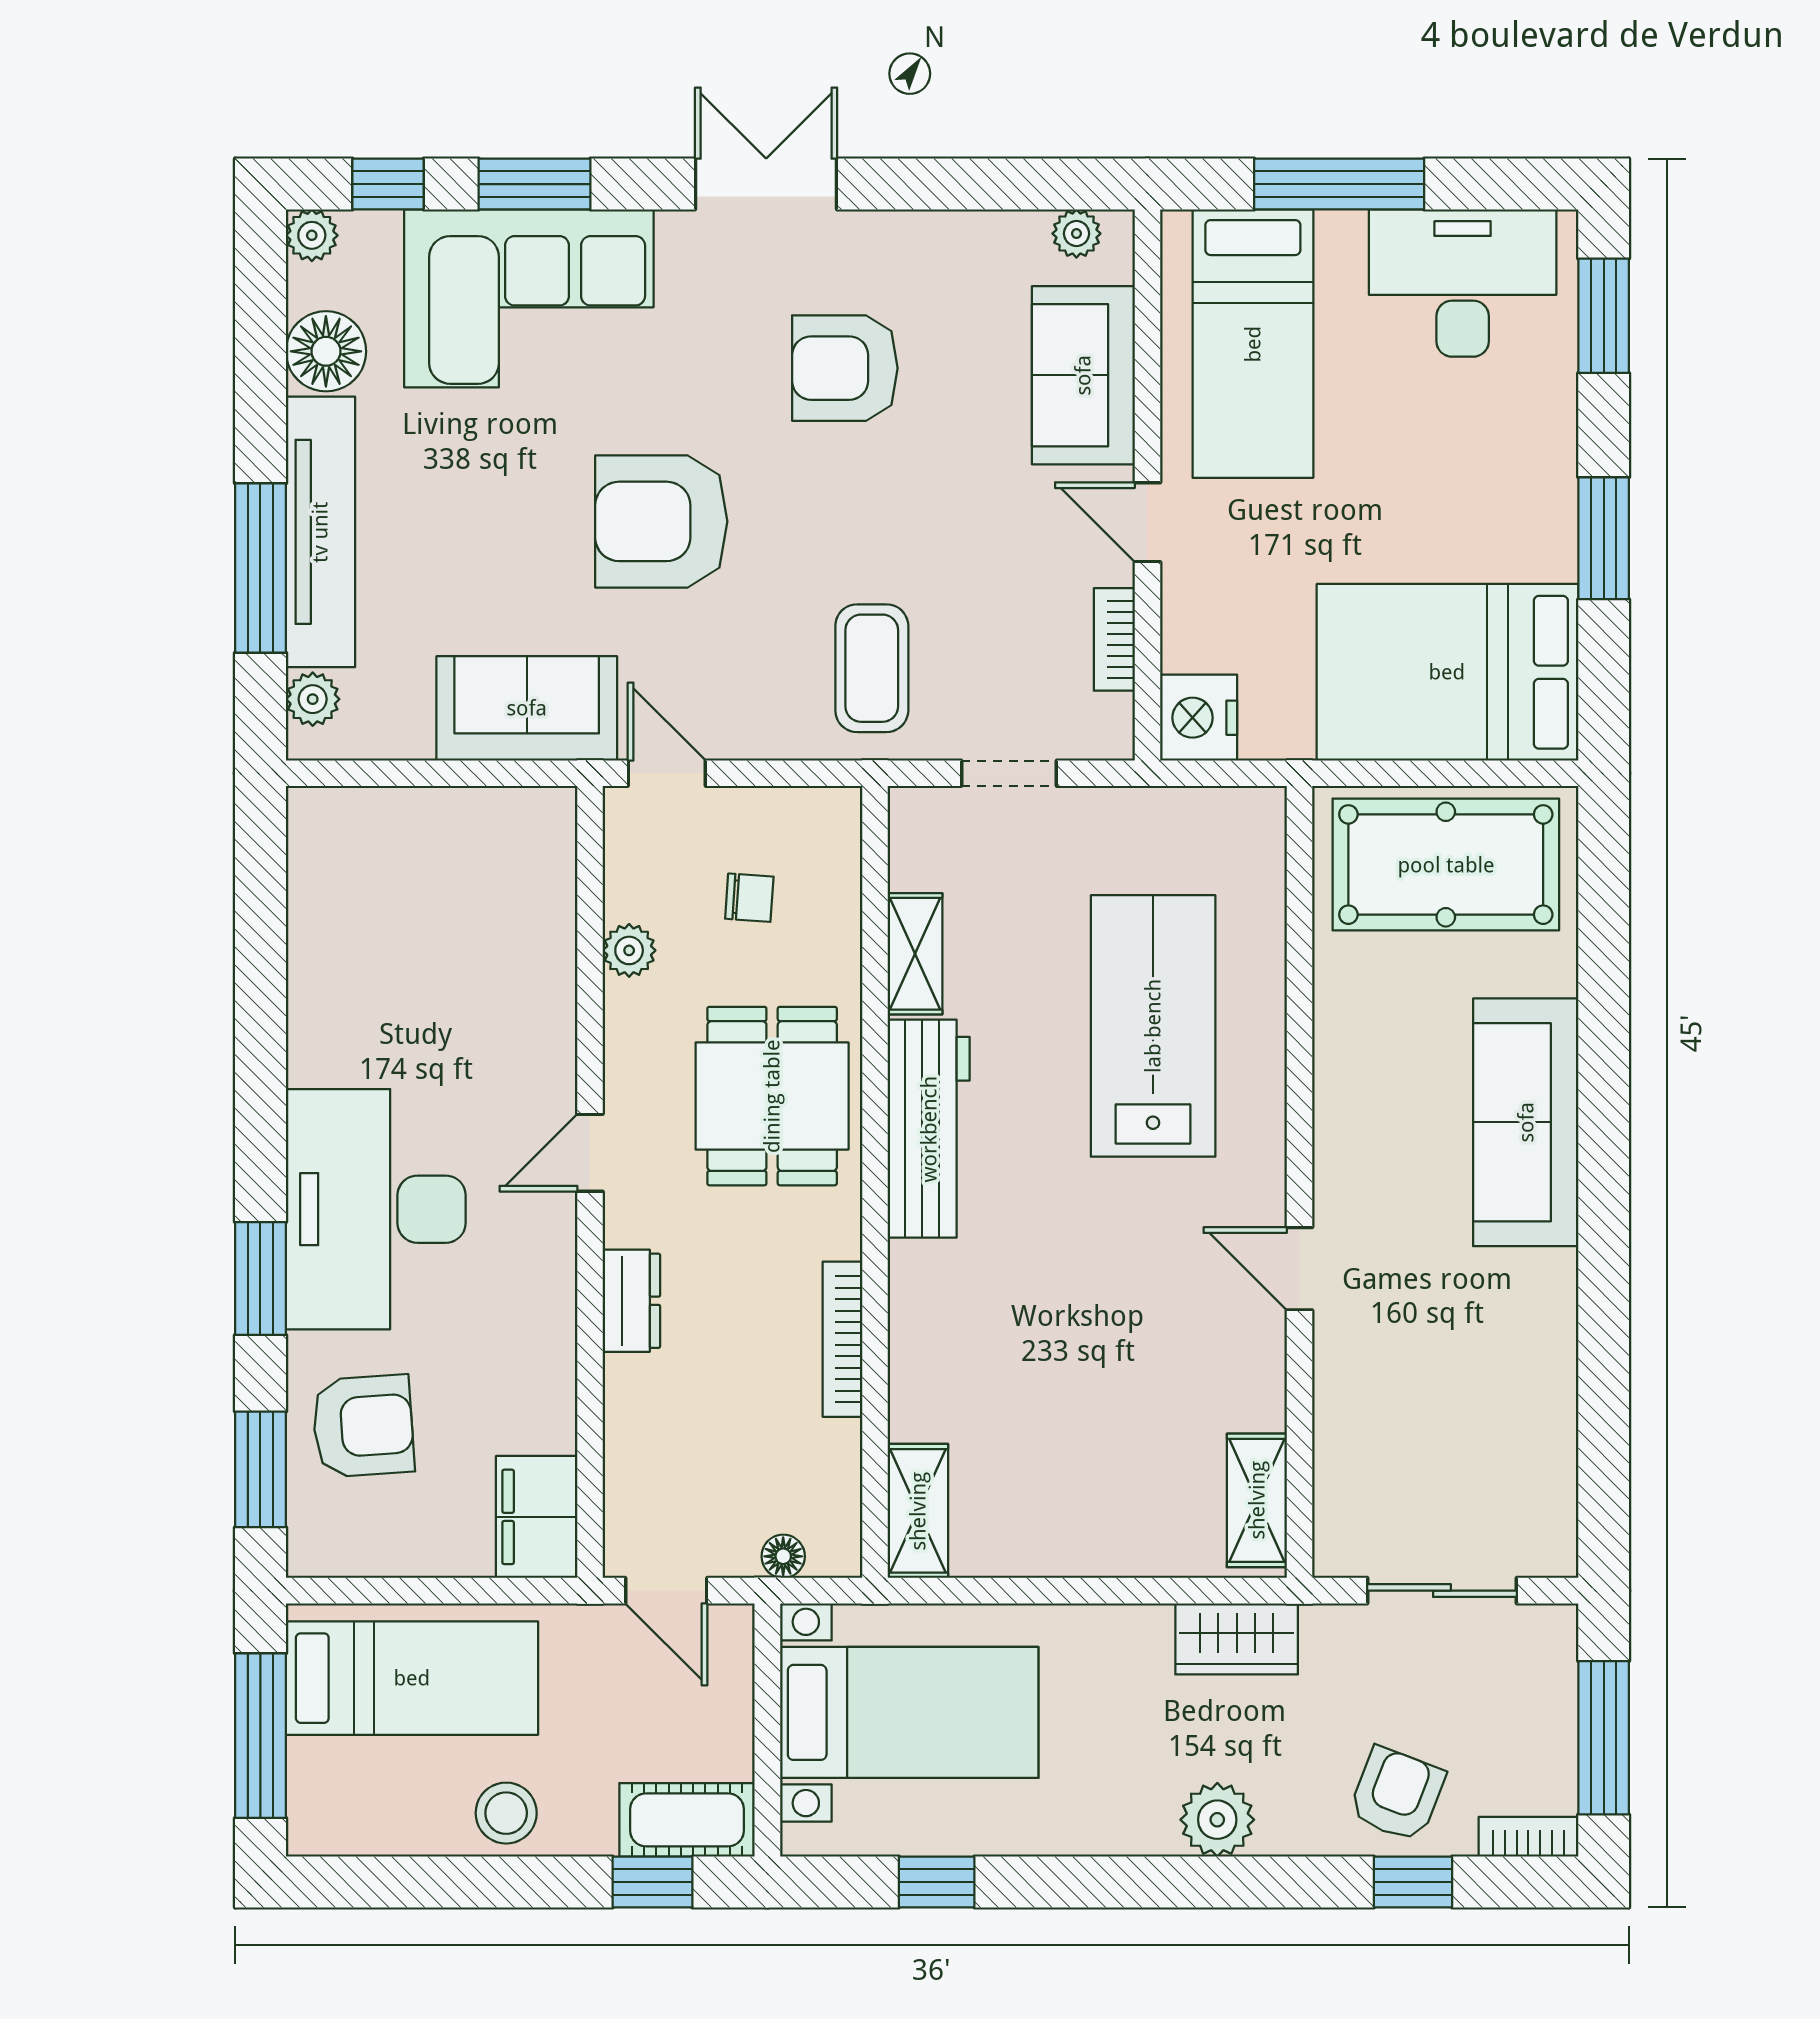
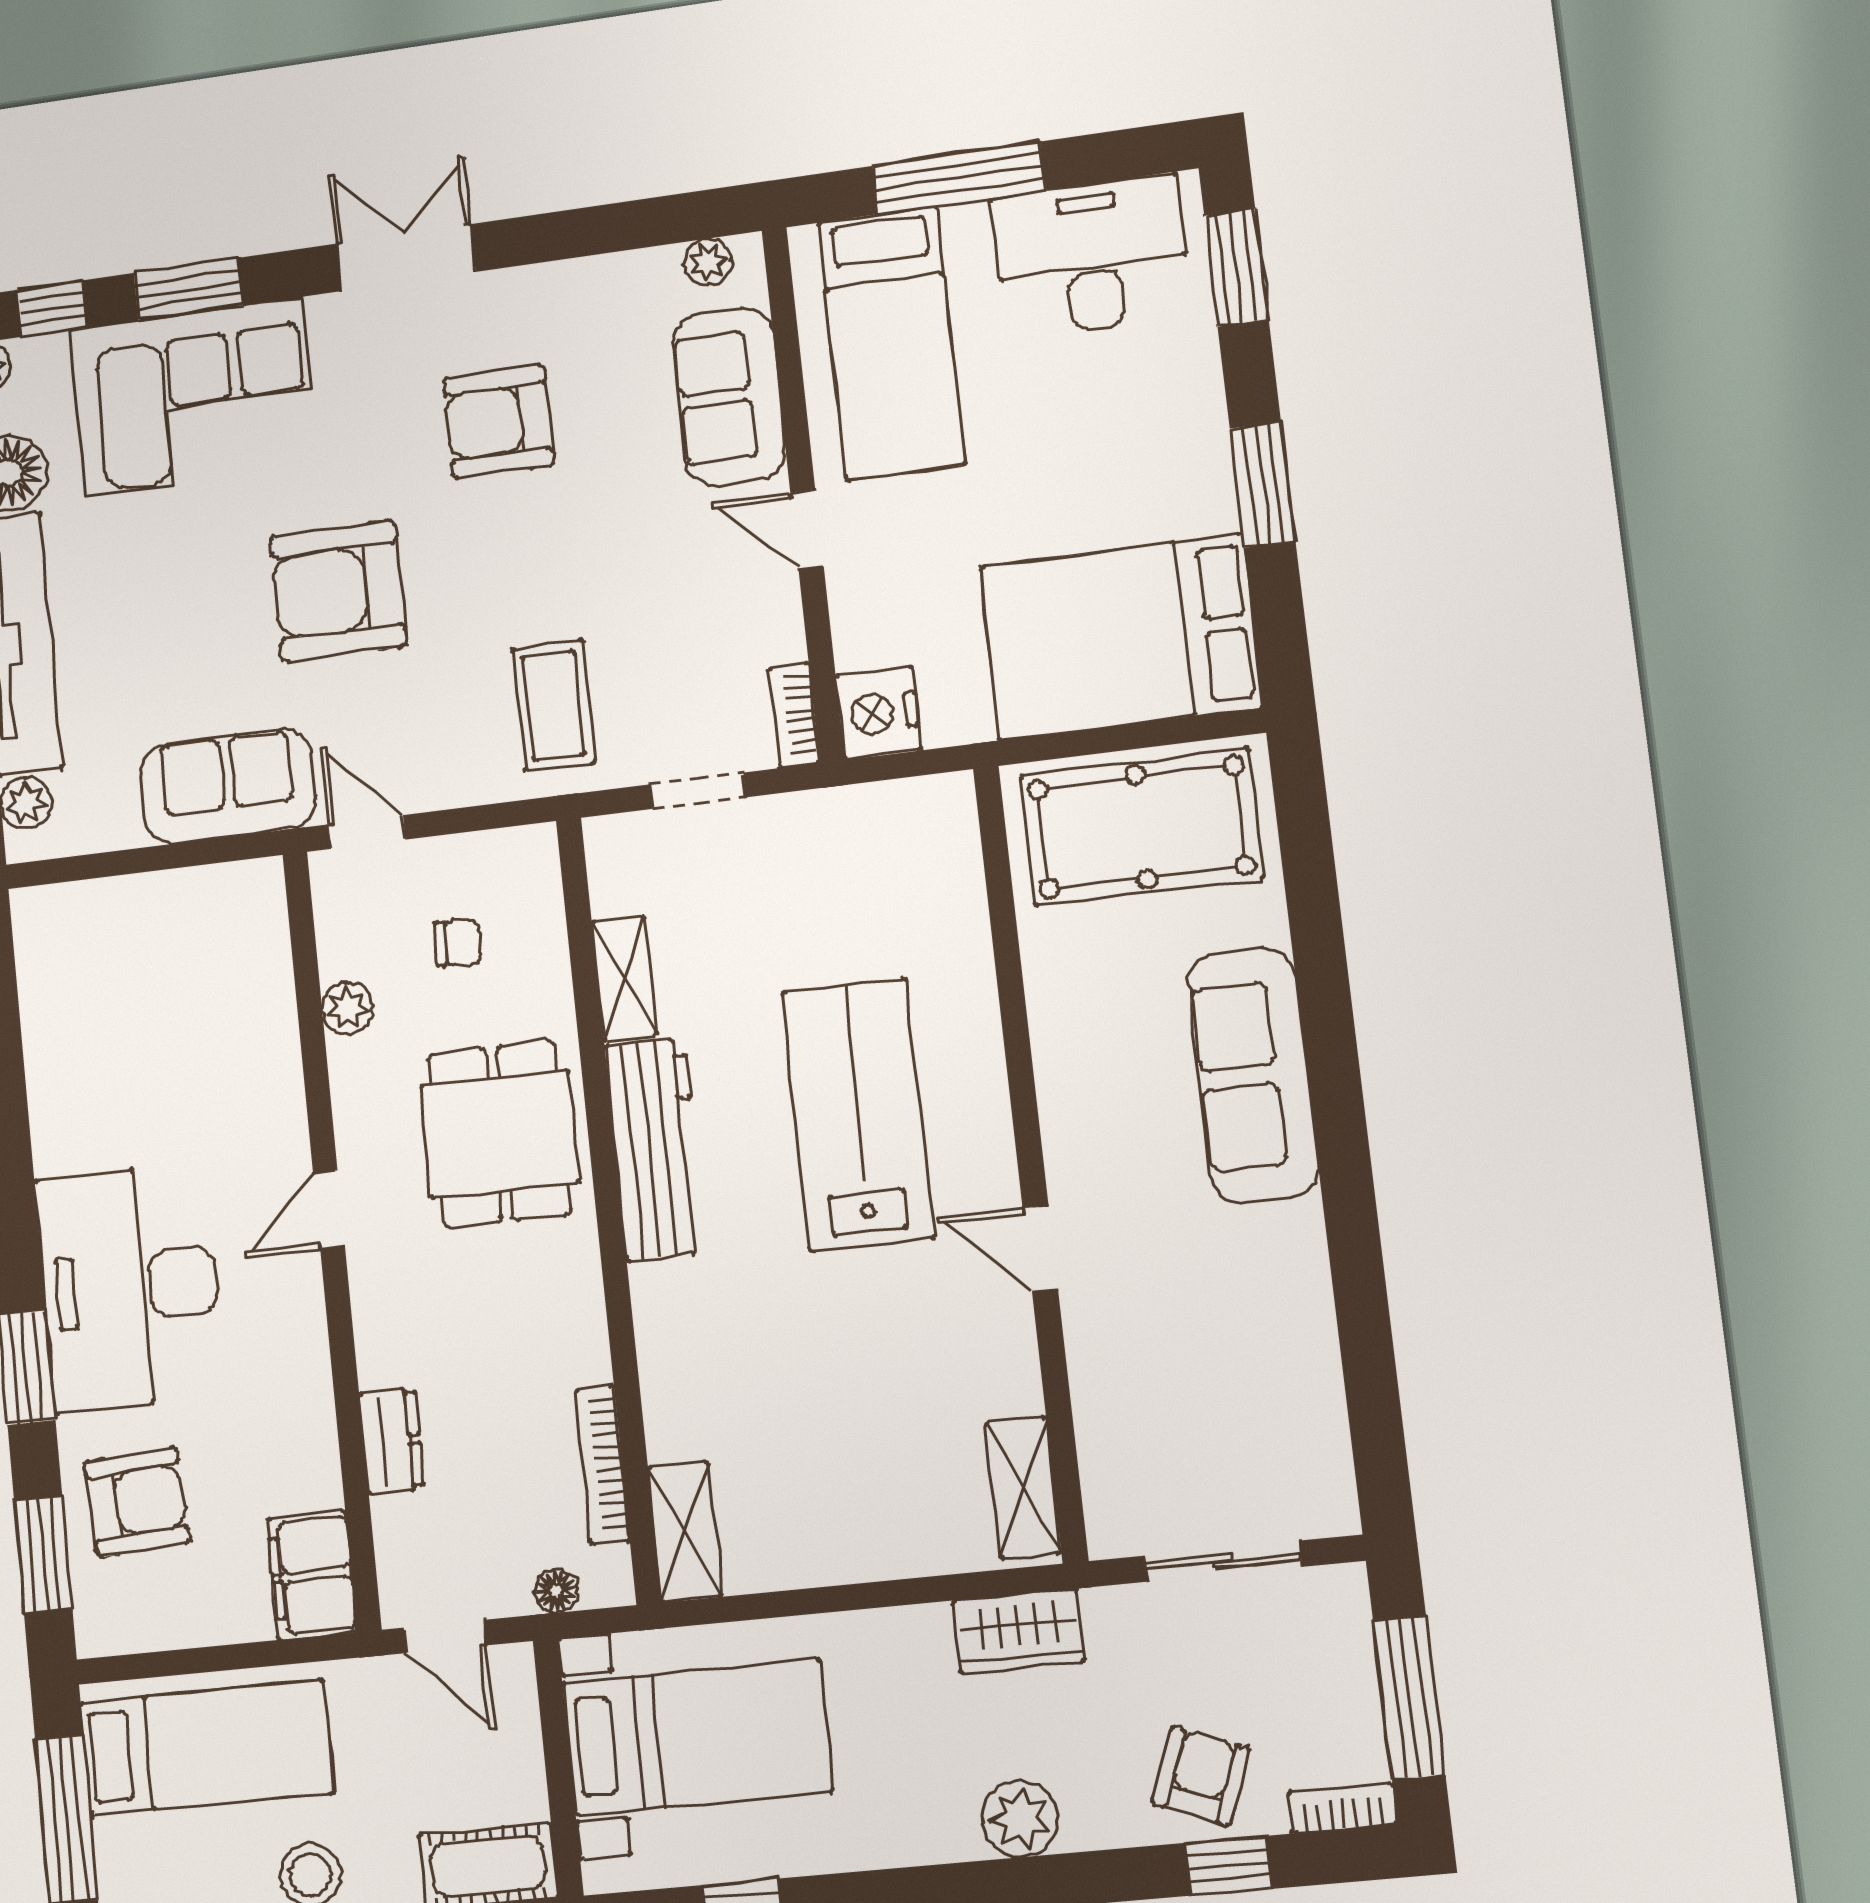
bookcase: (1114, 639) -> (794, 716), moved
lab bench: (1153, 1026) -> (858, 1115), moved
dresser: (631, 1301) -> (392, 1441), moved
bookcase: (843, 1339) -> (602, 1465), moved

